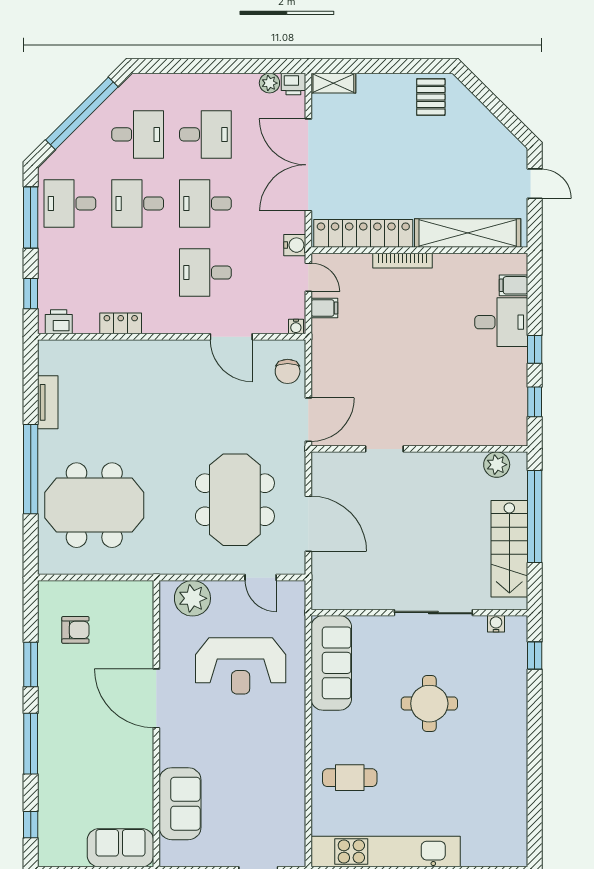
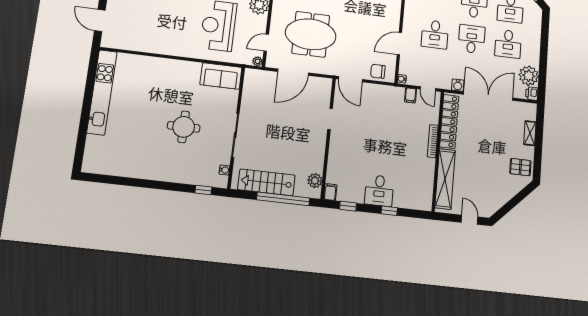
plant: (269, 83) -> (529, 76), width x1.88, depth x1.88
shelving: (333, 83) -> (530, 133), moved
door: (535, 184) -> (469, 220), swing flipped
water cooler: (295, 245) -> (458, 85), moved
desk: (205, 273) -> (435, 34), turned 180
door: (308, 277) -> (428, 89), hinge flipped
filing cabinet: (514, 285) -> (330, 192), moved
desk: (501, 322) -> (379, 190), moved
window: (535, 349) -> (389, 211), moved
plant: (297, 589) -> (257, 61), added
sofa: (331, 663) -> (221, 76), width x0.73
cafe table: (350, 778) -> (147, 77), removed

